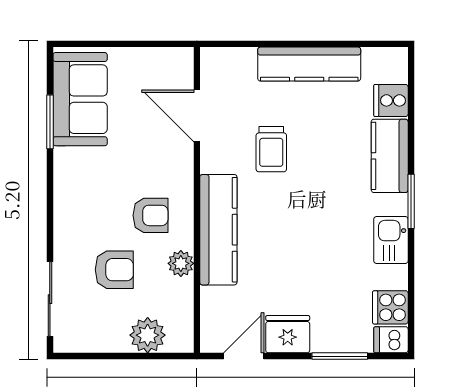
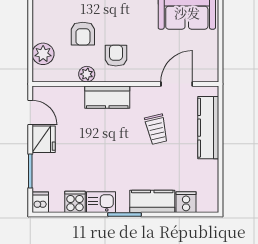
kitchen counter: (309, 64) -> (208, 128), moved
trolley: (271, 149) -> (156, 129), turned -103
armchair: (151, 215) -> (116, 56), turned 180
kitchen counter: (218, 230) -> (107, 97), width x0.67
cooker: (390, 307) -> (75, 202), moved

